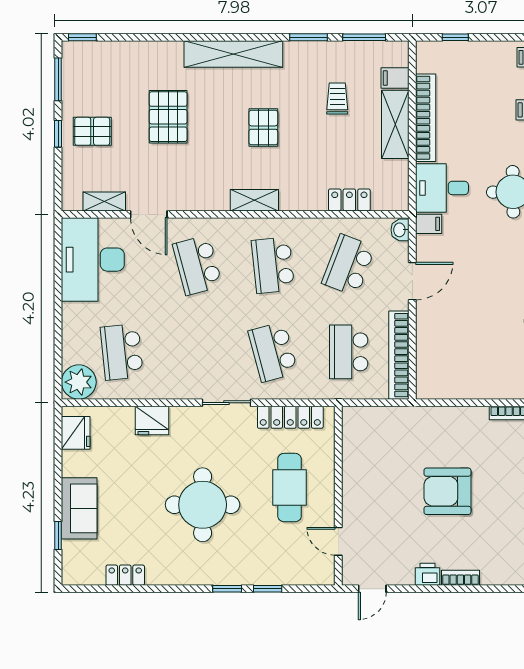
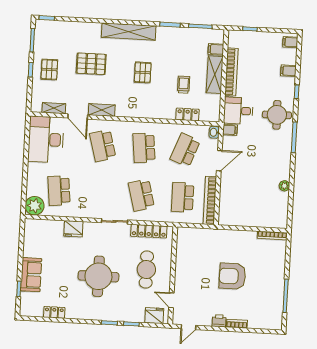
trolley: (337, 99) -> (184, 85), moved
pallet: (168, 117) -> (91, 64), turned 90
pallet: (92, 131) -> (49, 70), turned 90
shelving: (254, 200) -> (102, 110), moved
fridge: (76, 433) -> (154, 316), moved, turned -90

